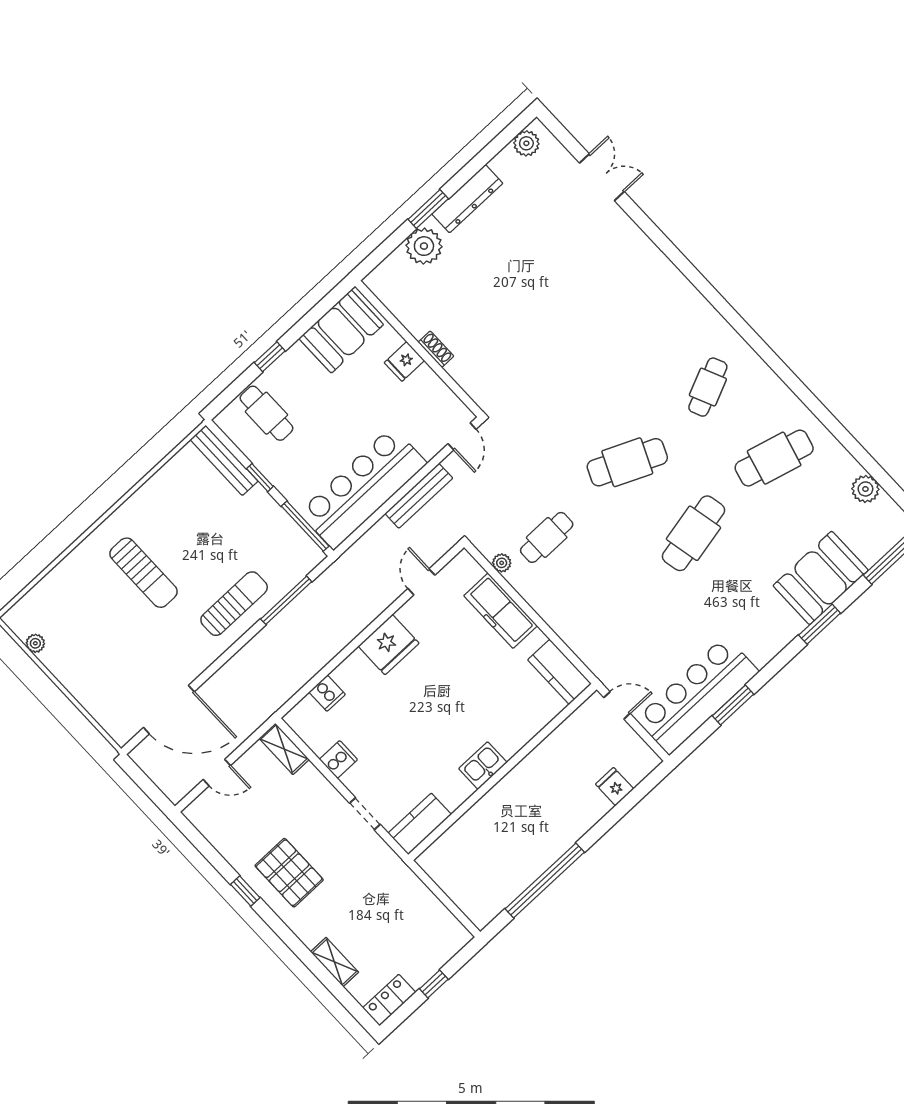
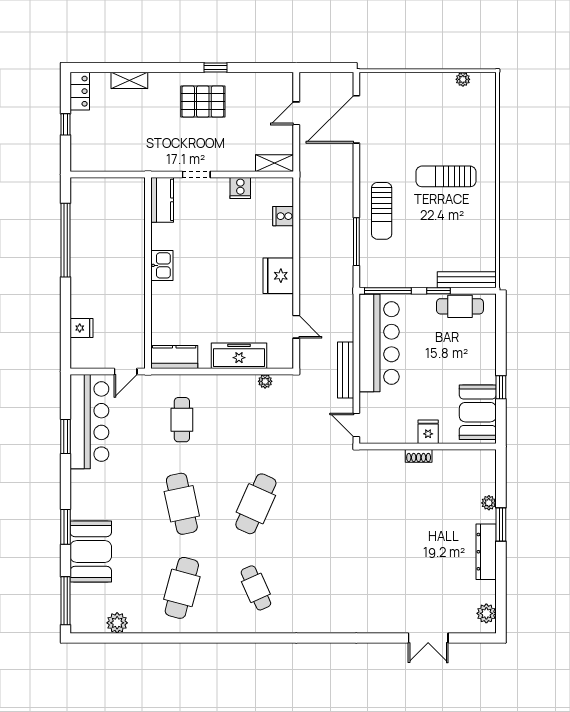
plant: (424, 246) -> (489, 503), width x0.53, depth x0.53
window: (270, 357) -> (501, 387), moved
cafe table: (266, 413) -> (460, 306), moved
cafe table: (547, 537) -> (182, 420), moved

